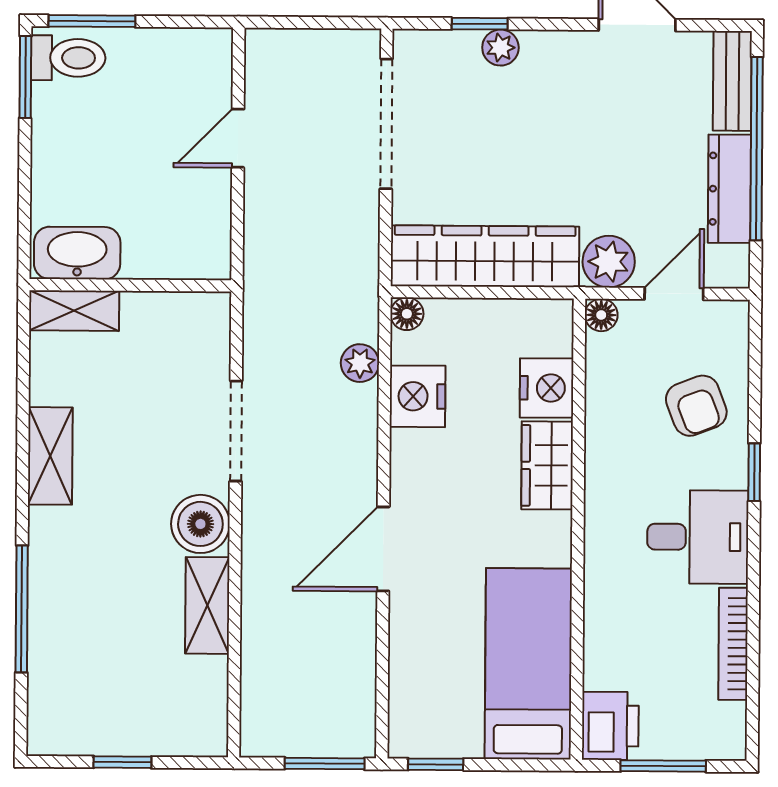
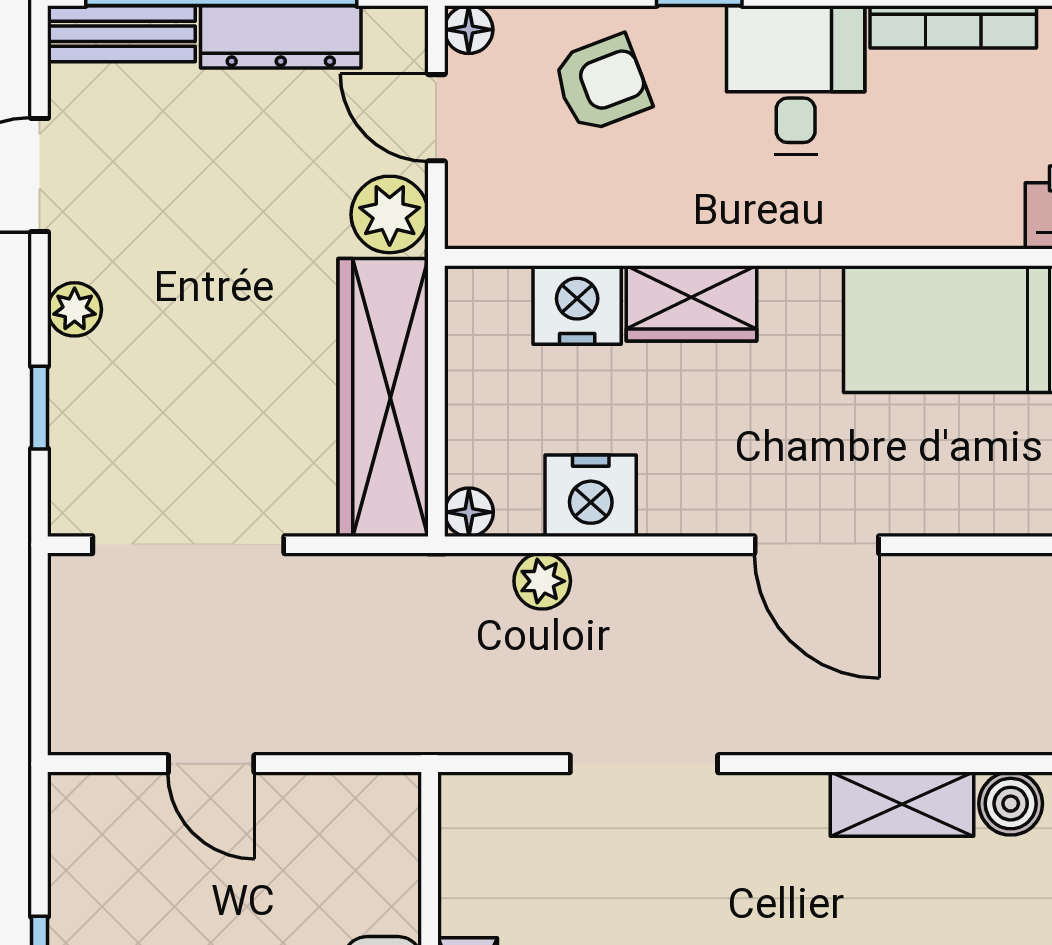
plant: (500, 48) -> (75, 309), moved
floor lamp: (601, 315) -> (469, 30), moved
boiler: (200, 524) -> (1011, 804), moved, width x0.73, depth x0.73

